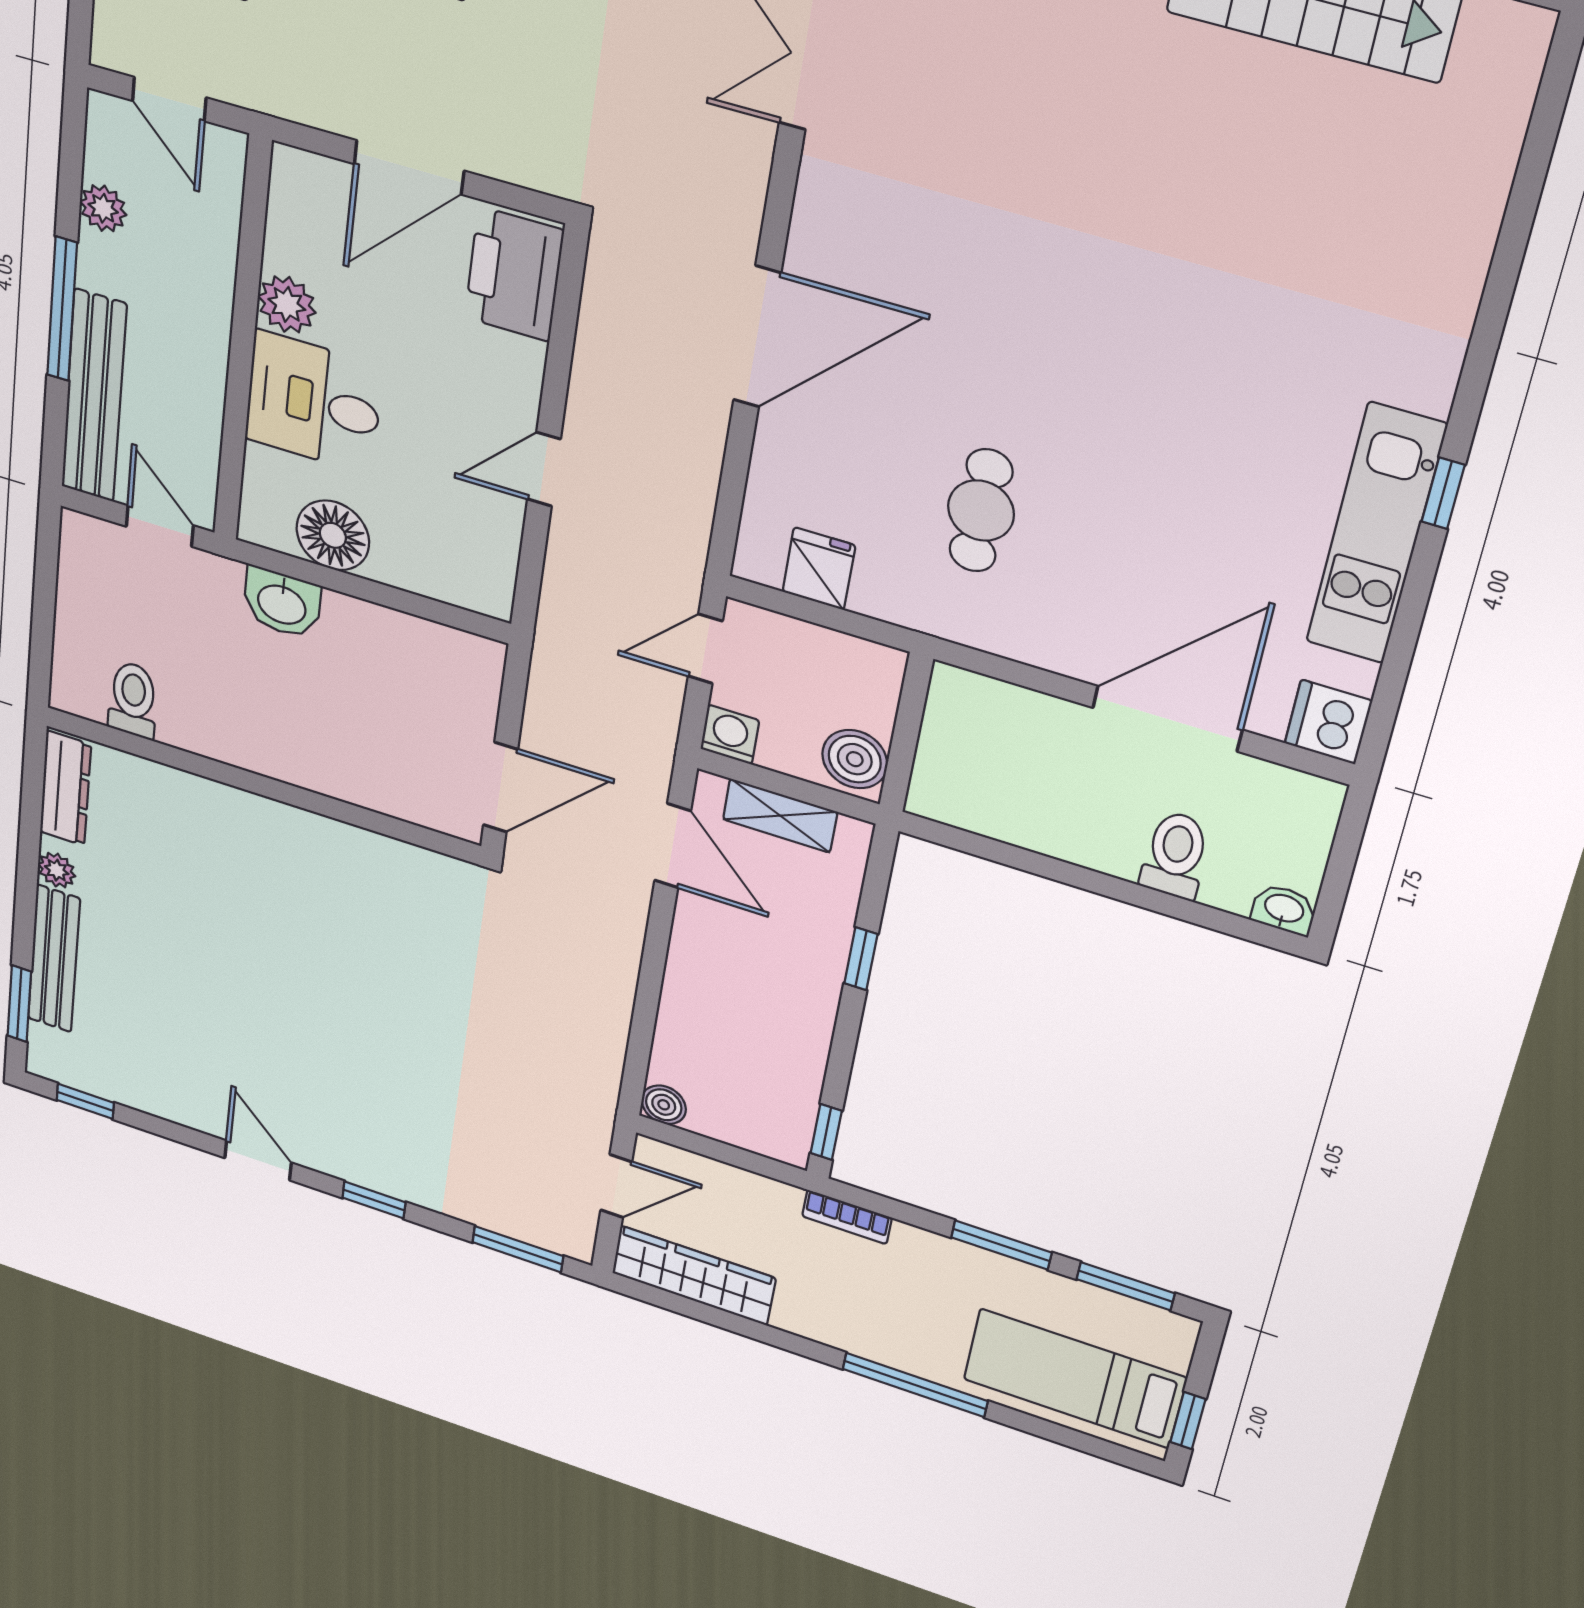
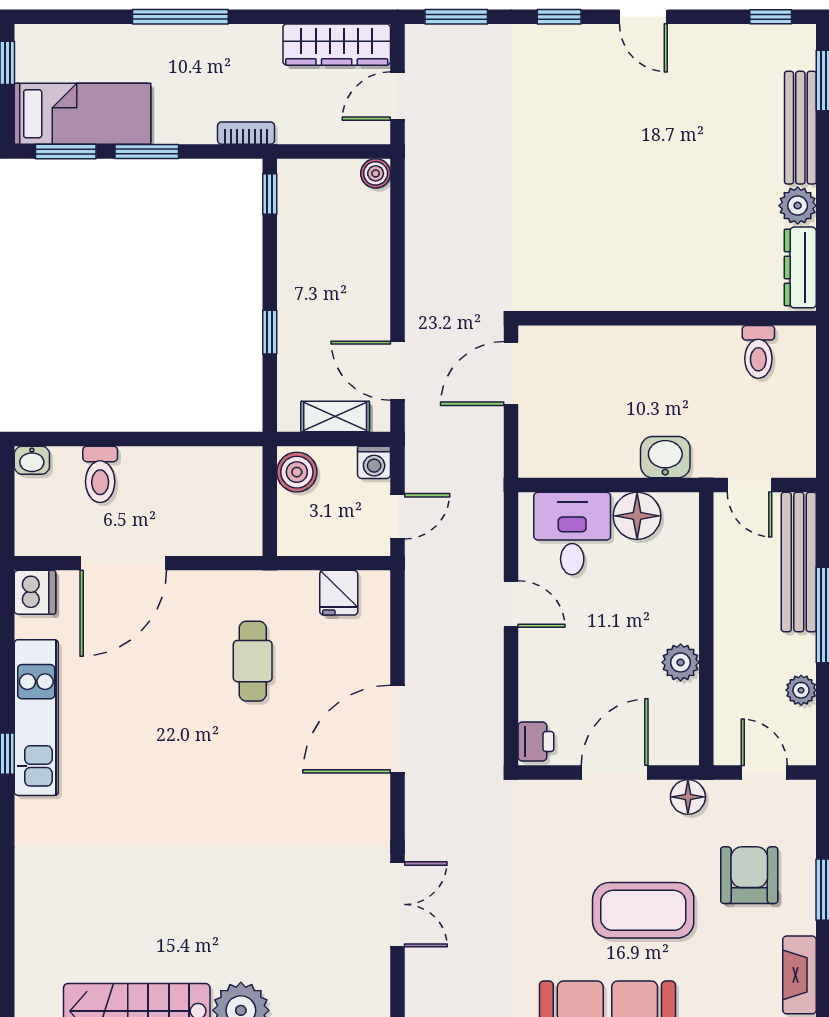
floor lamp: (294, 95) -> (688, 797), added
printer: (514, 274) -> (536, 742), width x0.53, depth x0.68
desk: (314, 402) -> (572, 533), moved, turned -90
door: (544, 469) -> (511, 604), hinge flipped
plant: (57, 870) -> (798, 206), width x1.38, depth x1.38
bed: (1074, 1378) -> (82, 114), moved

